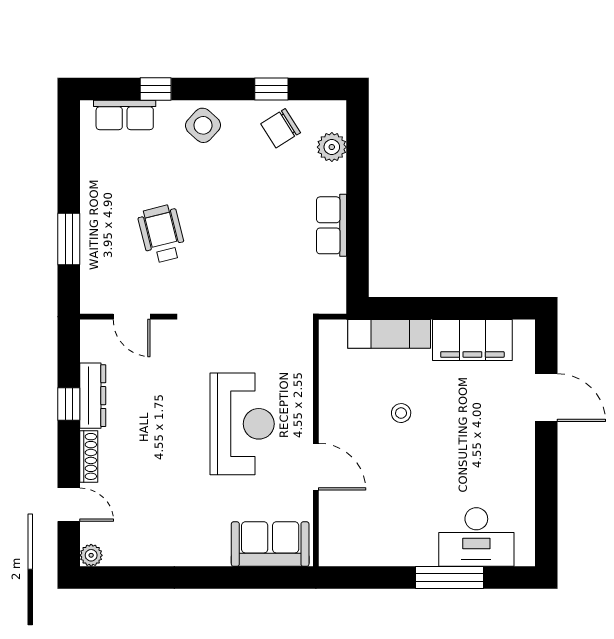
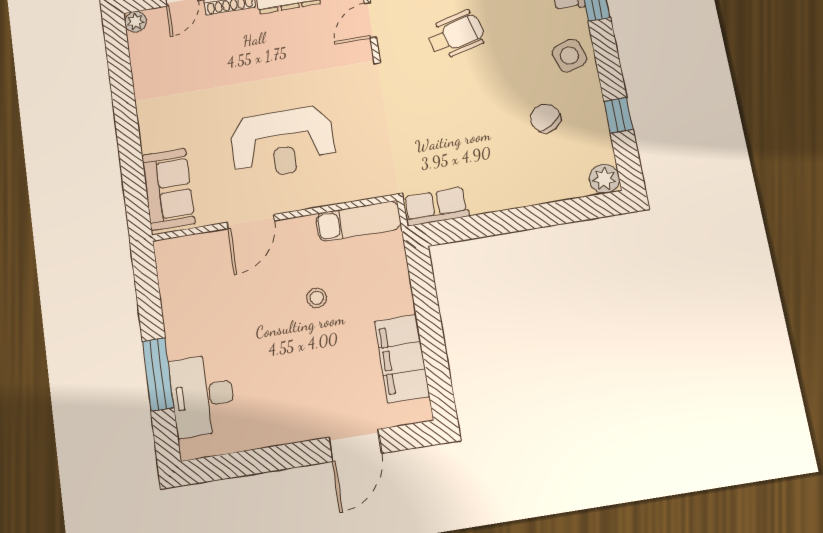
side table: (203, 125) -> (569, 56), turned 30
chair: (281, 128) -> (545, 118), moved
plant: (332, 147) -> (605, 179), moved
row of seats: (332, 225) -> (436, 207), moved
exam couch: (389, 334) -> (358, 221), moved, turned -90

